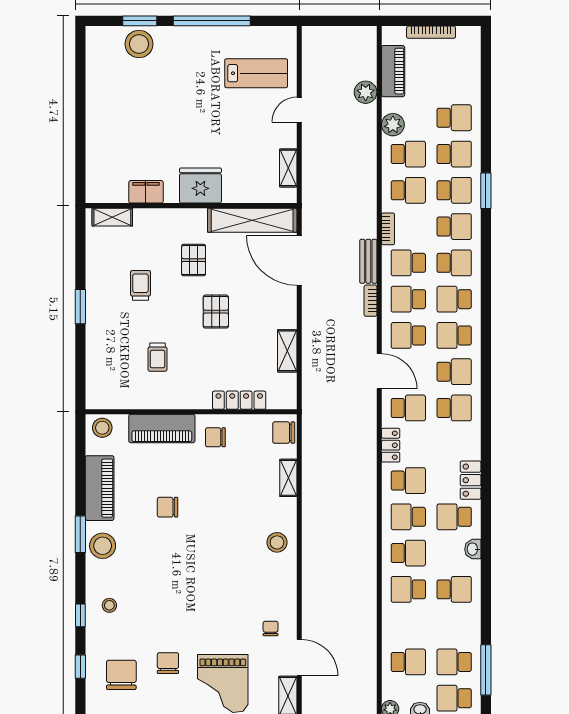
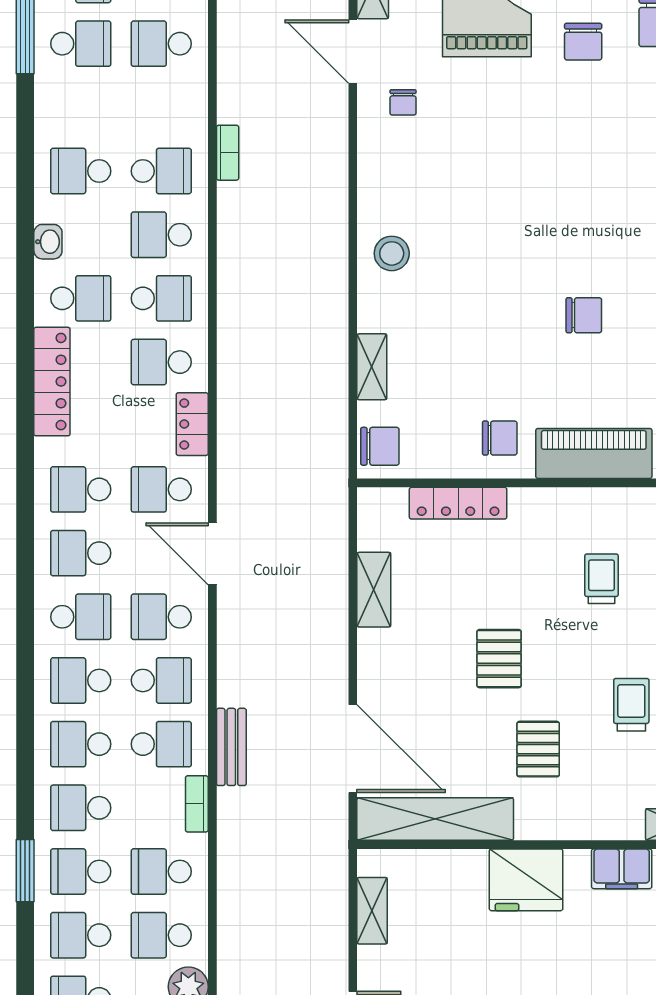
trolley: (141, 285) -> (631, 705), turned 180
school desk: (454, 299) -> (81, 680), turned 180
bookcase: (370, 301) -> (228, 153), moved
school desk: (408, 335) -> (161, 617), turned 180
locker: (471, 480) -> (52, 382), width x1.53

